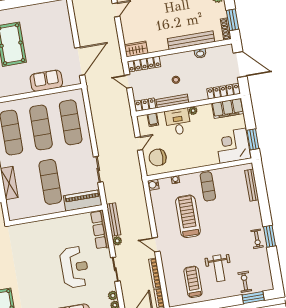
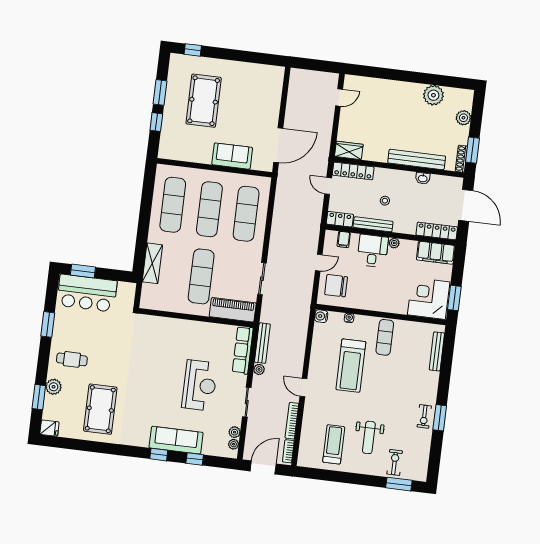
treadmill: (188, 216) -> (351, 366), turned 180

